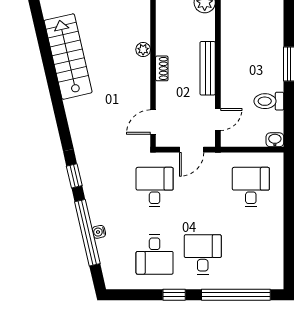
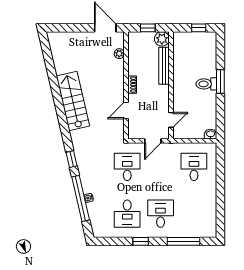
plant: (143, 50) -> (119, 54), moved
stairs: (68, 57) -> (73, 101), moved
bench: (208, 68) -> (164, 66), moved
toilet: (269, 101) -> (206, 84), moved
door: (153, 122) -> (126, 110), moved
window: (236, 295) -> (184, 241), width x0.68

